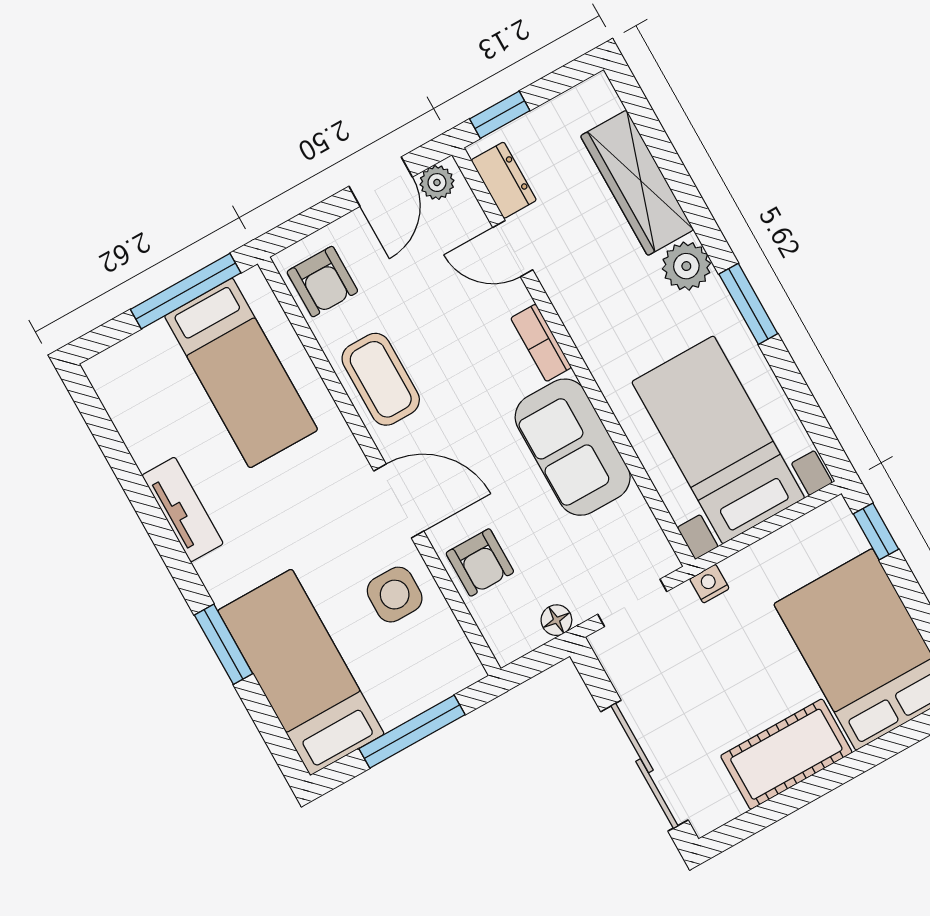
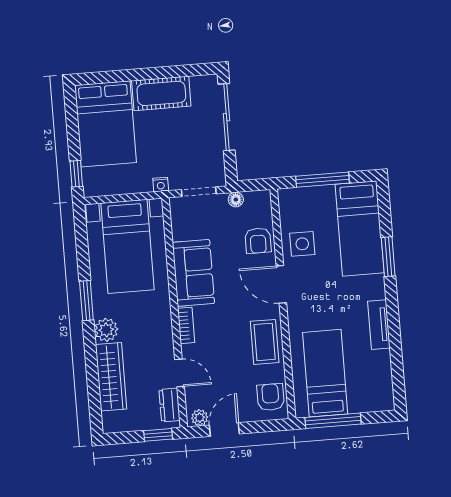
armchair: (480, 562) -> (258, 241), turned 180

